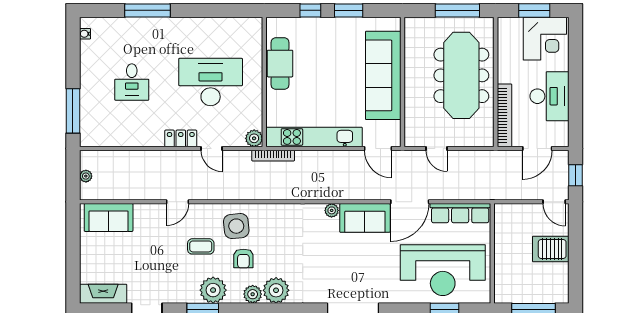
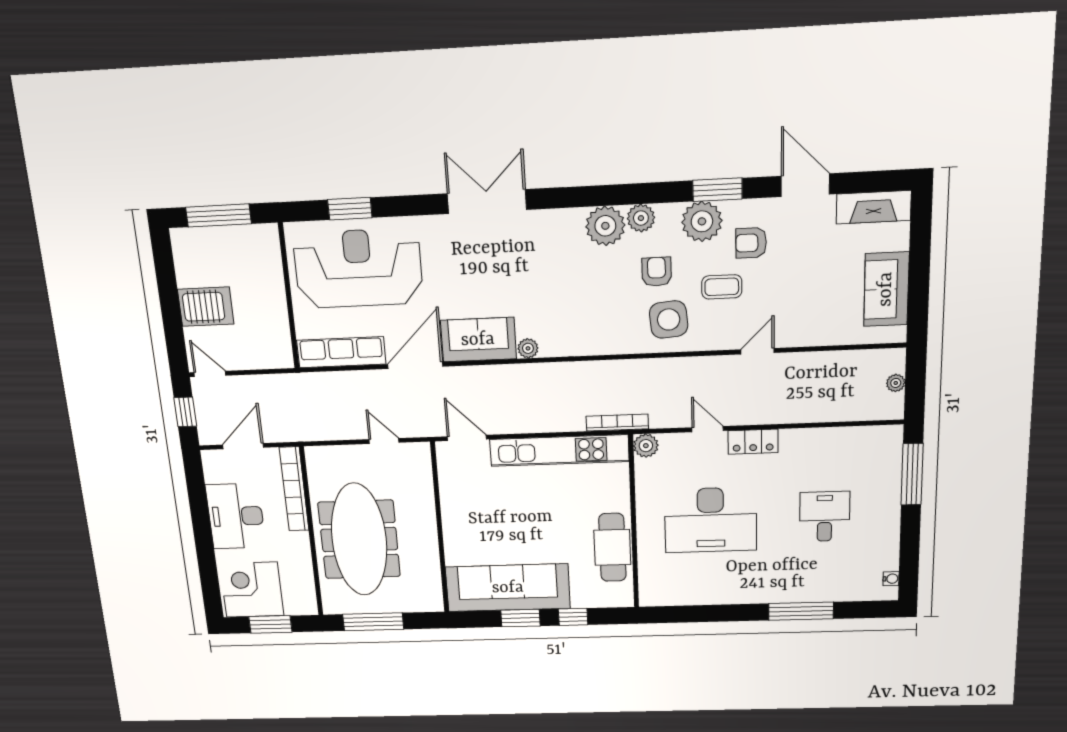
sofa: (383, 75) -> (508, 588), moved, turned -90
sofa: (109, 217) -> (886, 289), moved, turned -90
armchair: (181, 275) -> (751, 243), added

